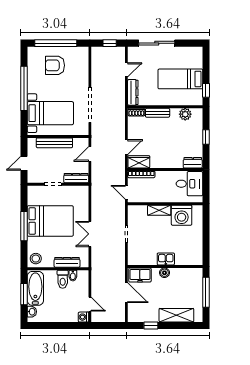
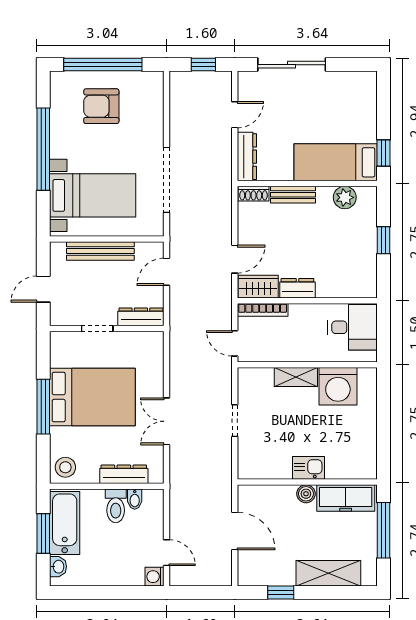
bed: (180, 79) -> (336, 162), moved
dresser: (193, 163) -> (297, 288), moved
freezer: (140, 275) -> (346, 498), moved, width x1.40

